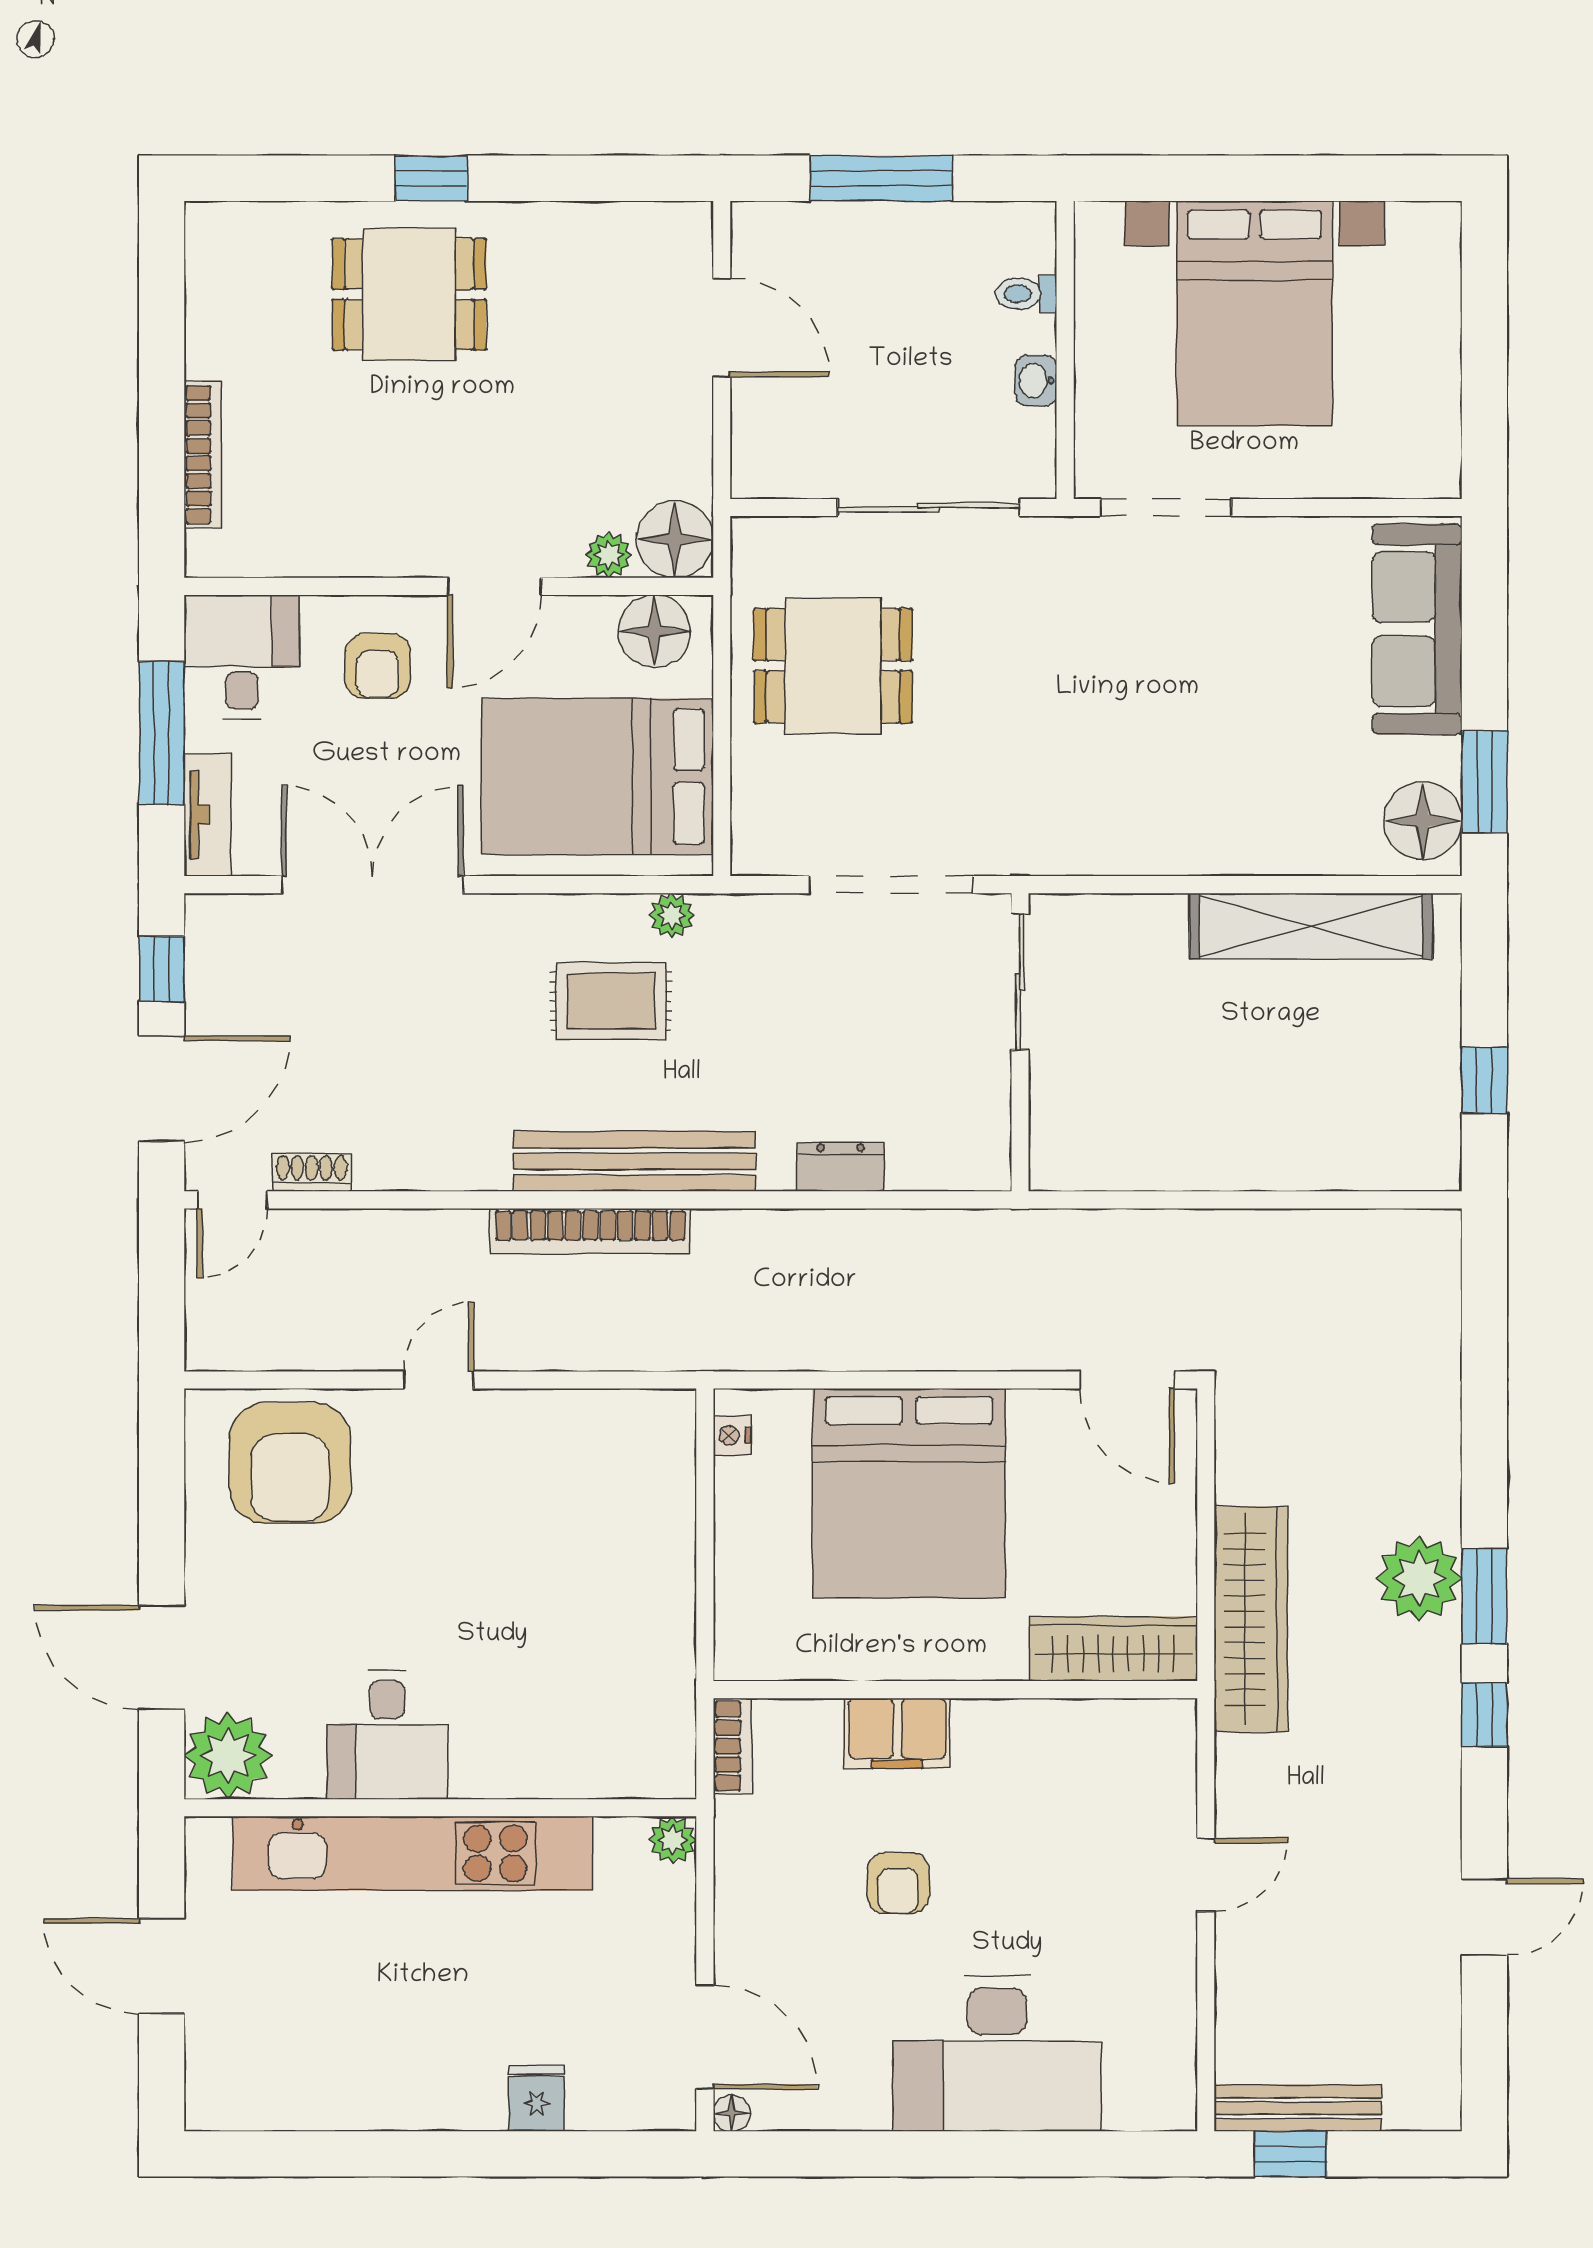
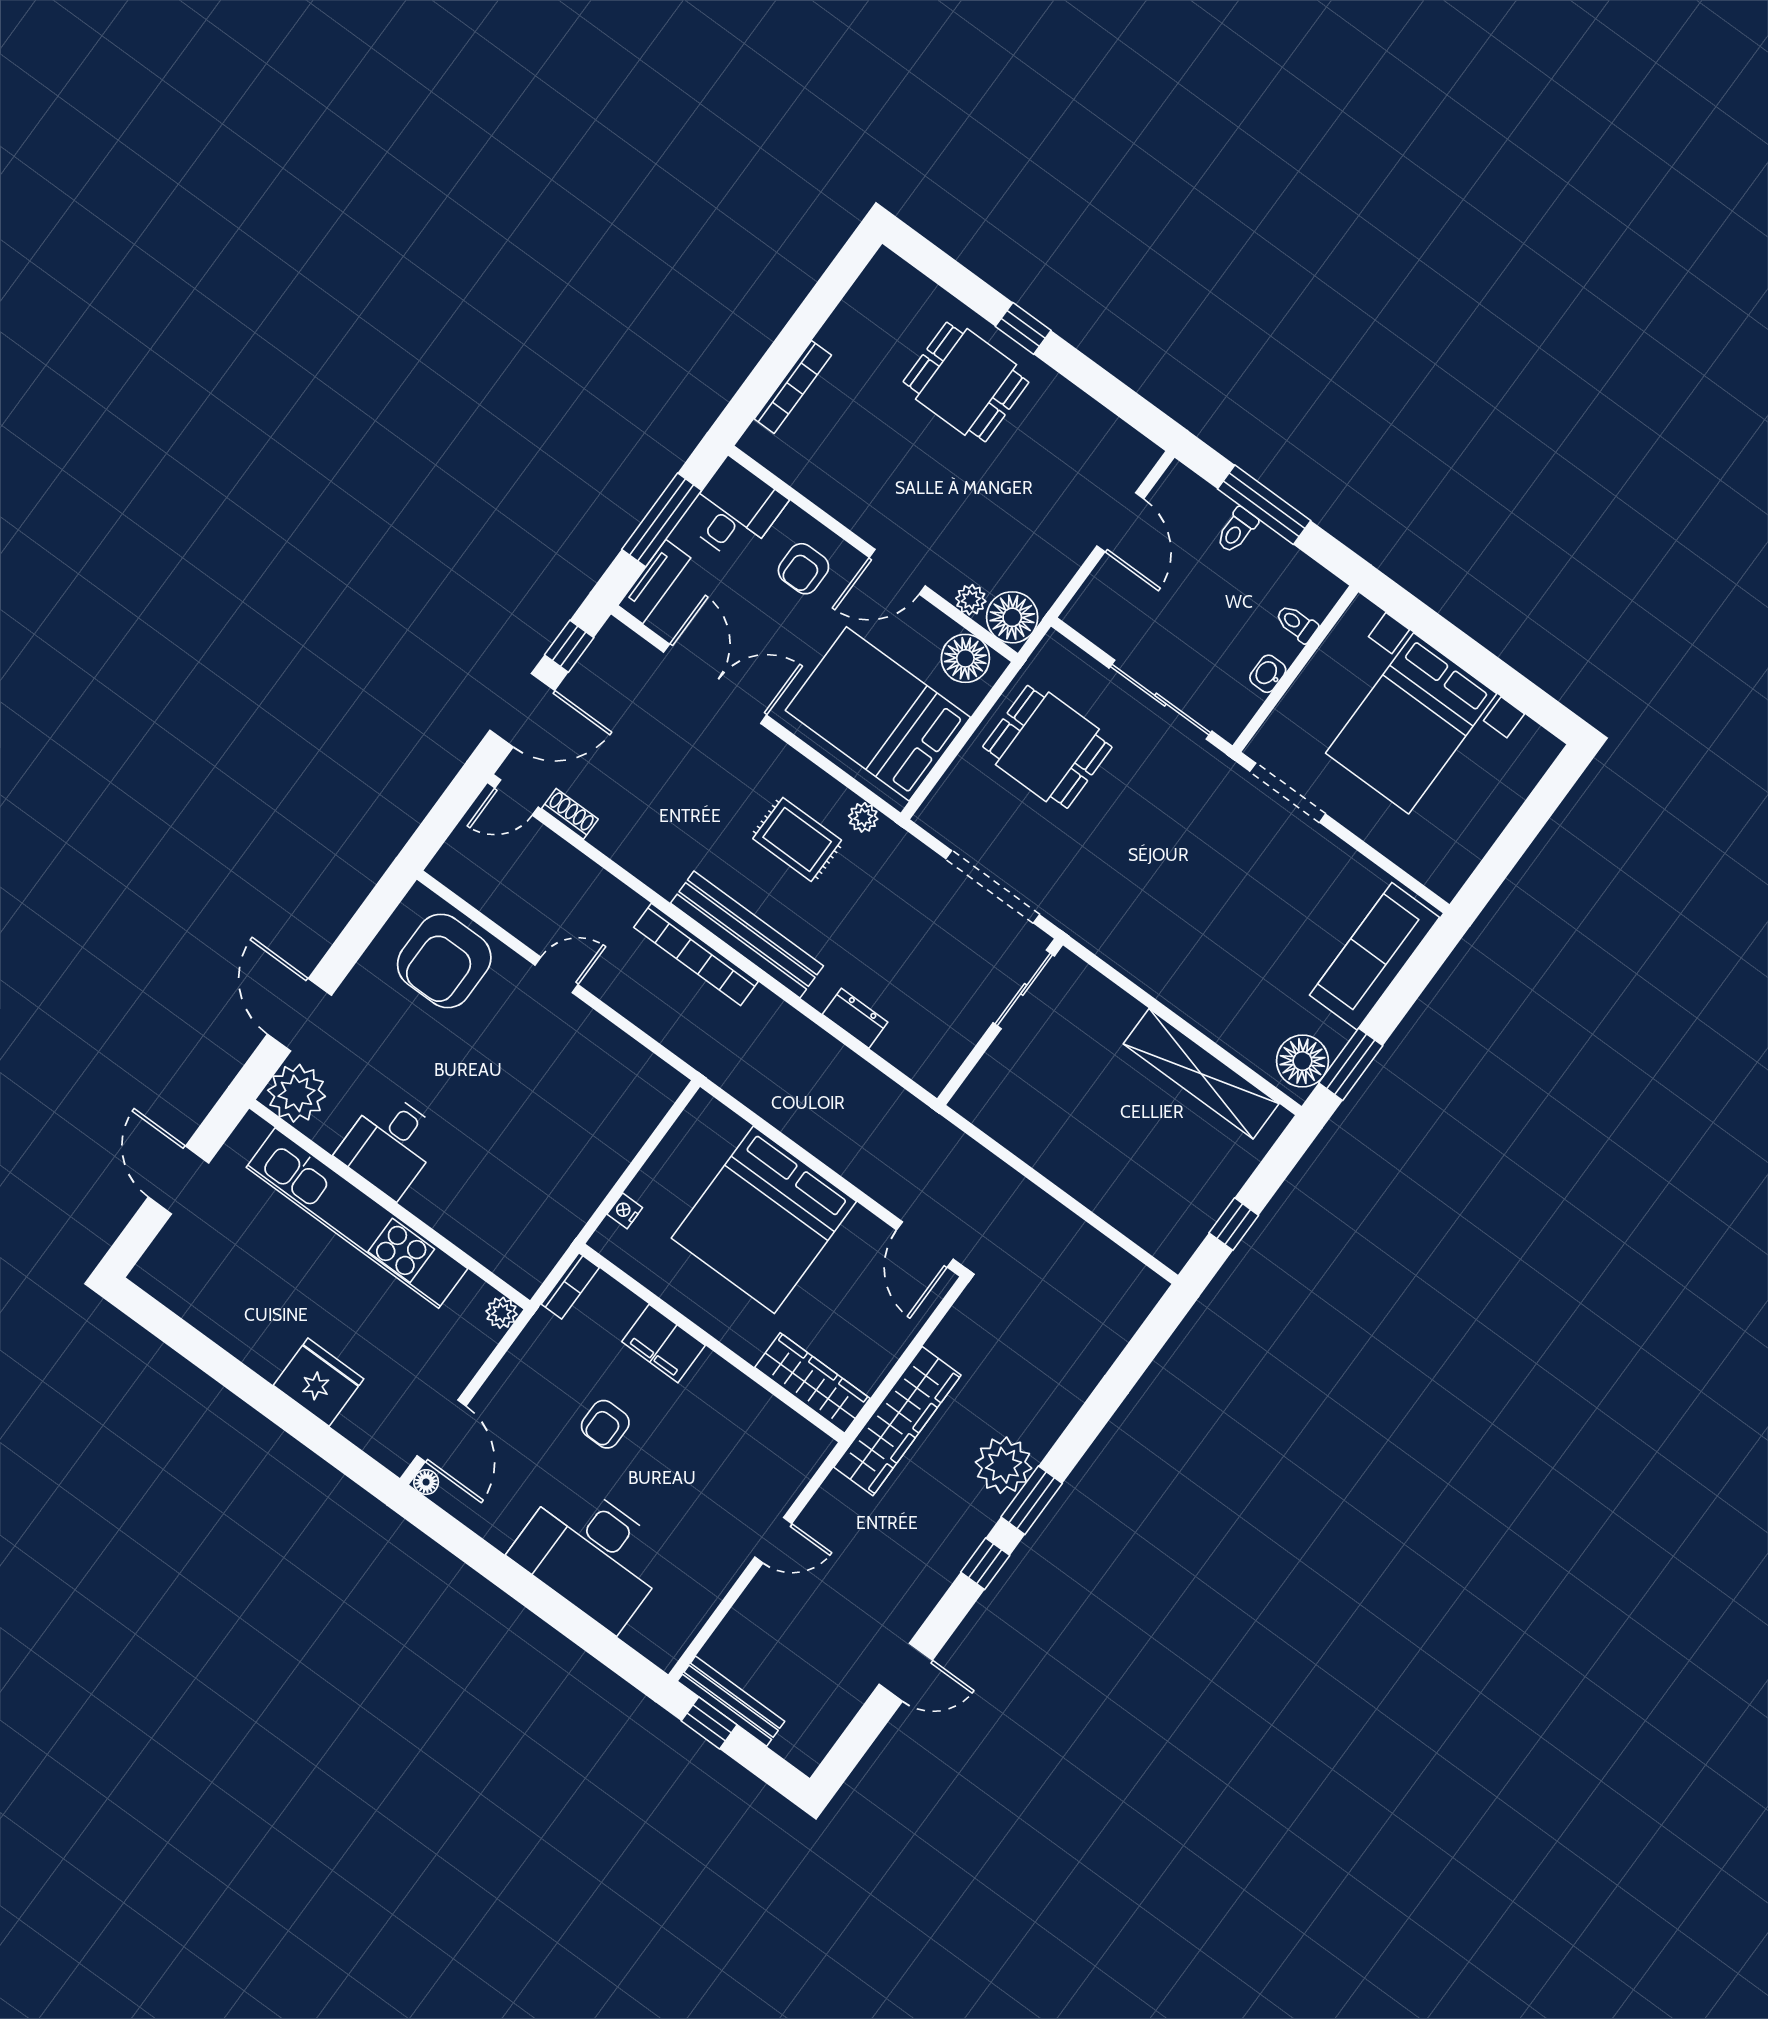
toilet: (870, 234) -> (1237, 530), added
nightstand: (732, 1435) -> (625, 1211), moved
fridge: (536, 2098) -> (319, 1382), width x1.88, depth x1.34

